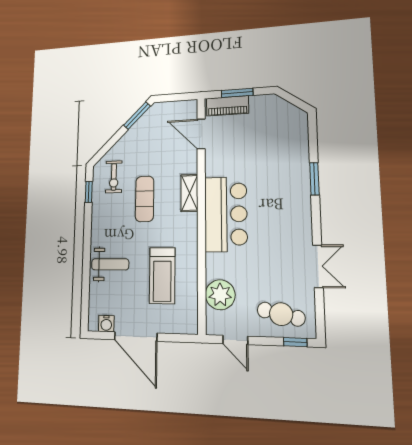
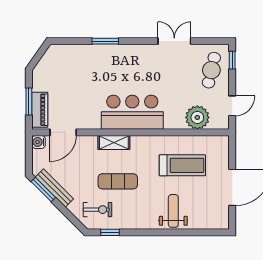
bench: (138, 128) -> (54, 188), added
water cooler: (106, 324) -> (39, 142), moved, turned 180

